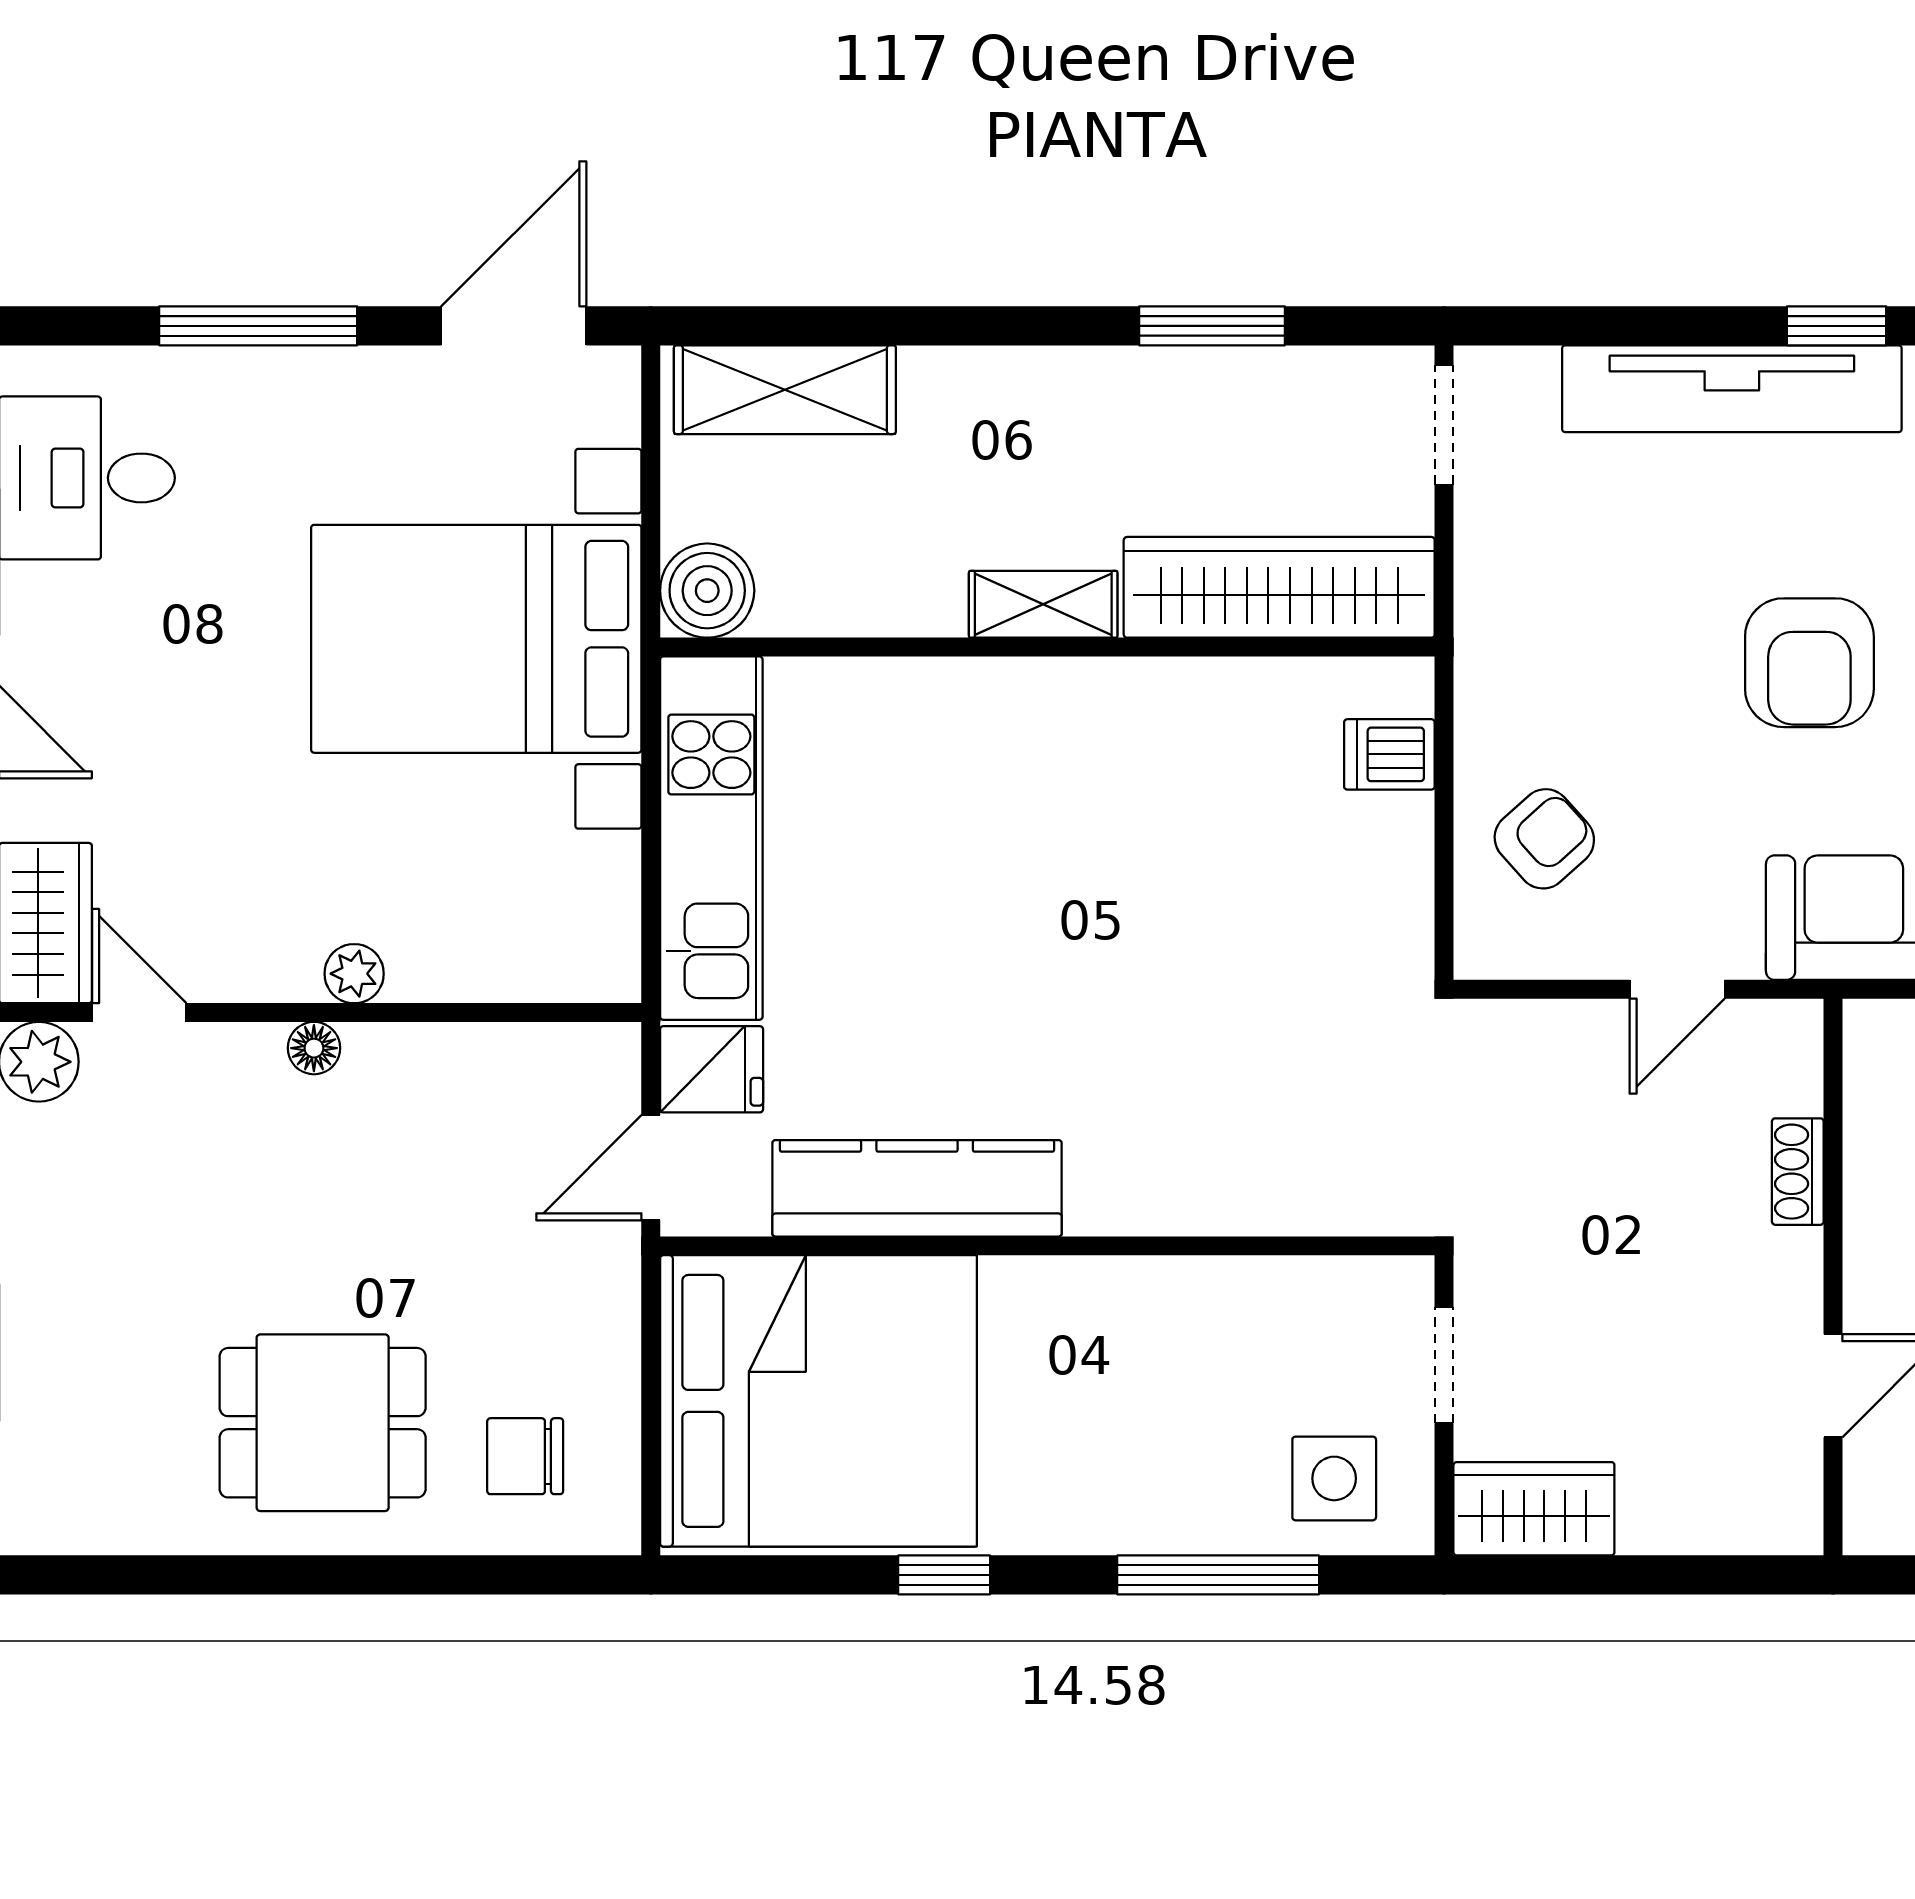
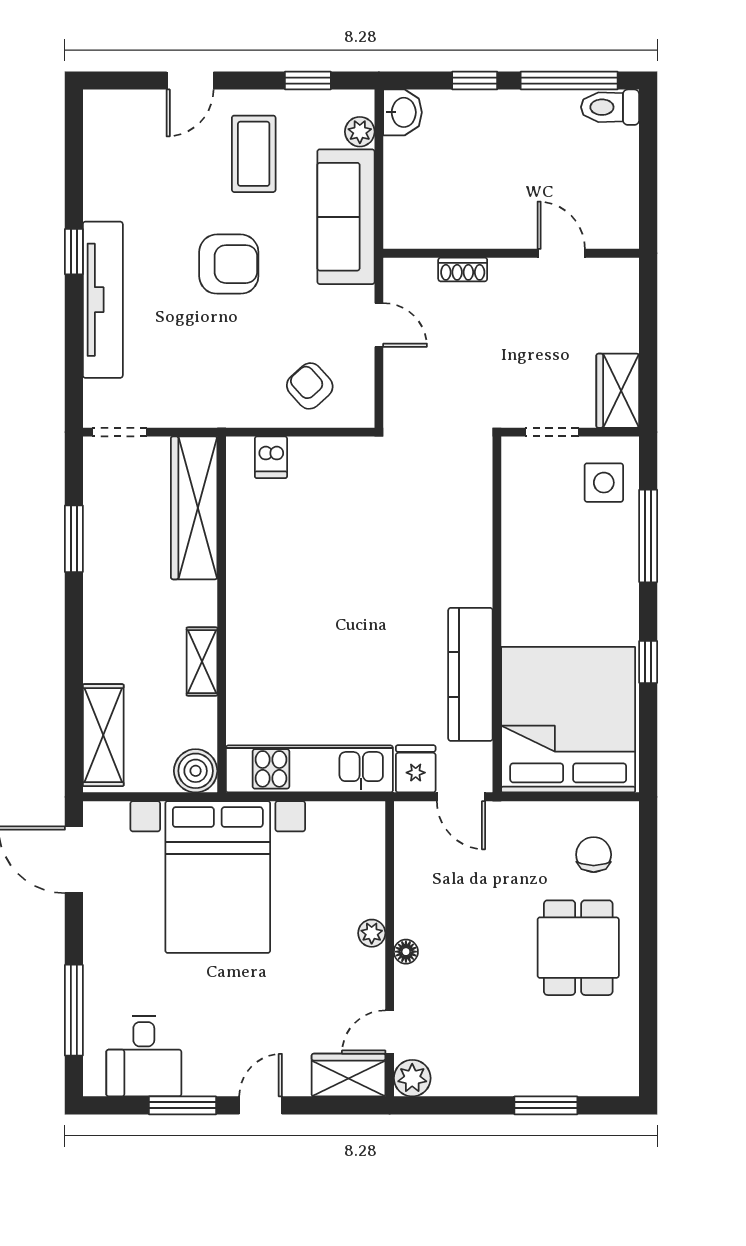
window: (258, 326) -> (74, 1010), moved
shelving: (1043, 604) -> (202, 662), moved
chair: (525, 1456) -> (594, 855), turned 180

